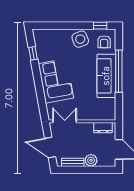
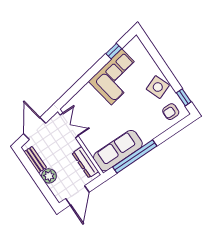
window: (119, 71) -> (135, 157), moved
sofa: (106, 76) -> (118, 151), moved
corner sofa: (56, 81) -> (117, 77), moved
dresser: (103, 128) -> (85, 162), width x1.44

